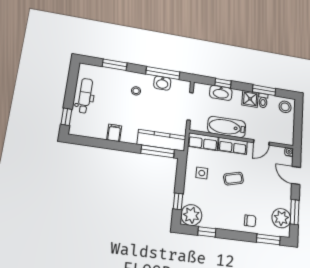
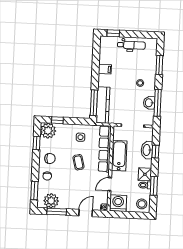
washing machine: (284, 135) -> (118, 203), added
door: (261, 142) -> (110, 184), hinge flipped
chair: (228, 215) -> (50, 159), added

